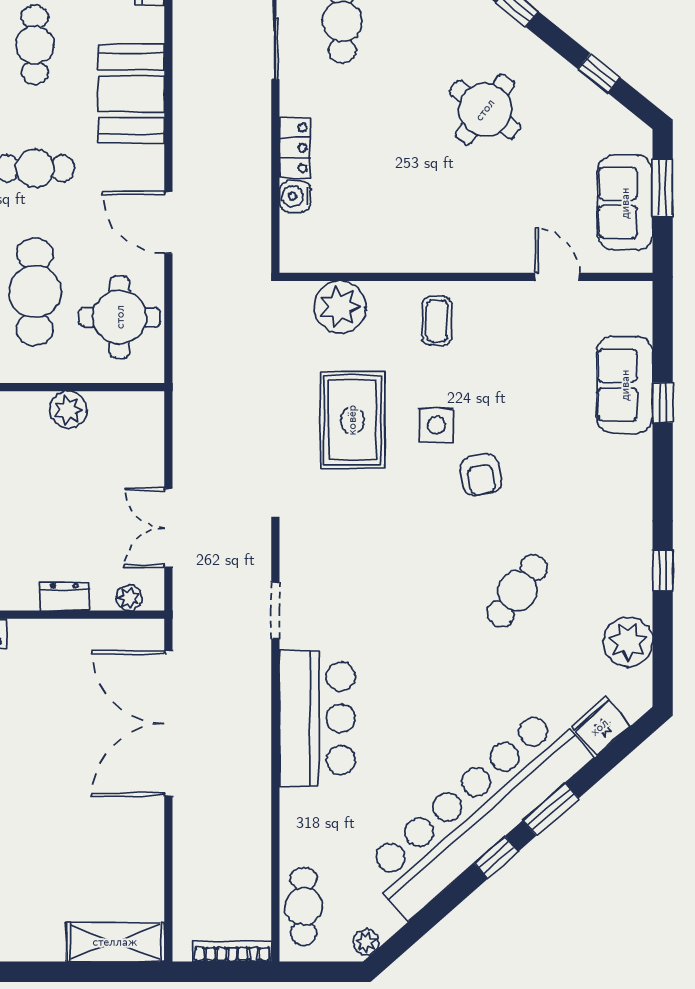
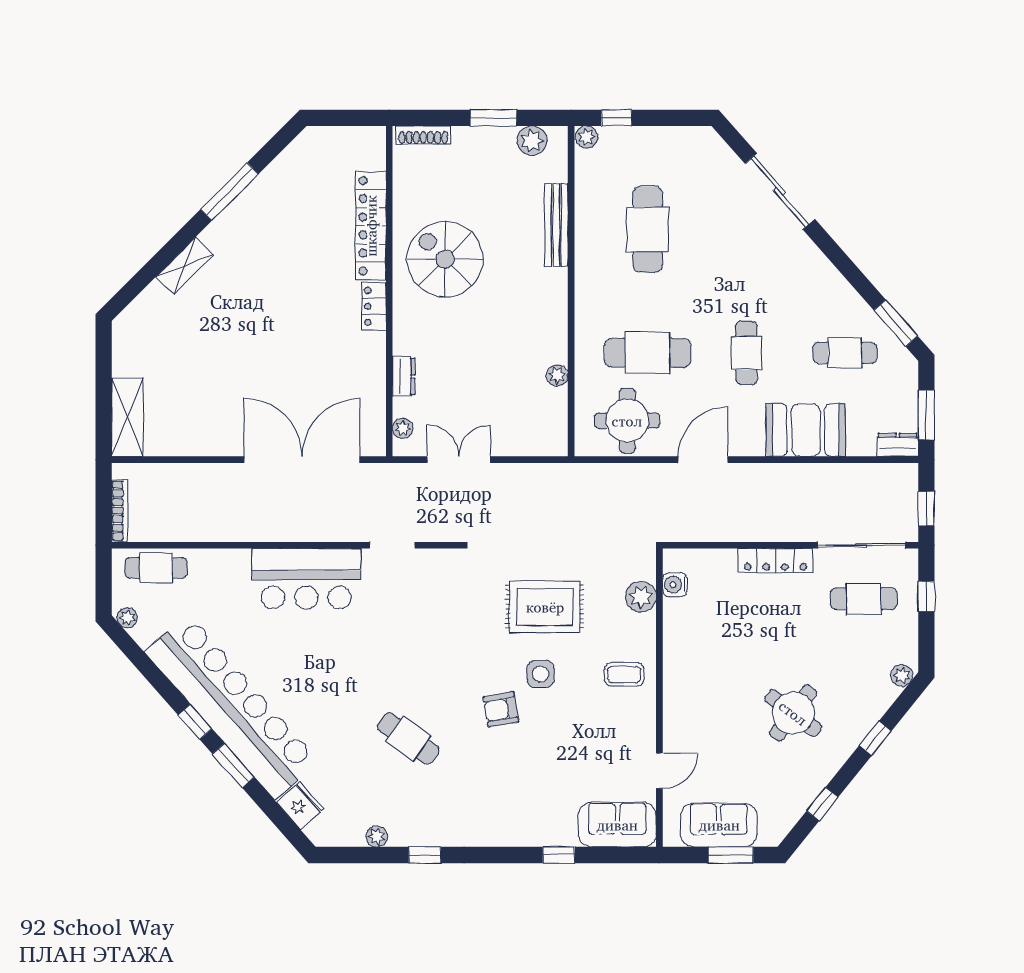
locker: (295, 148) -> (775, 561), width x1.53
water cooler: (295, 196) -> (675, 585), moved, turned -90
plant: (340, 307) -> (641, 597), width x0.73, depth x0.73
sofa: (625, 385) -> (617, 825), moved
plant: (68, 410) -> (557, 375), width x0.73, depth x0.73
plant: (628, 642) -> (377, 836), width x0.53, depth x0.53

